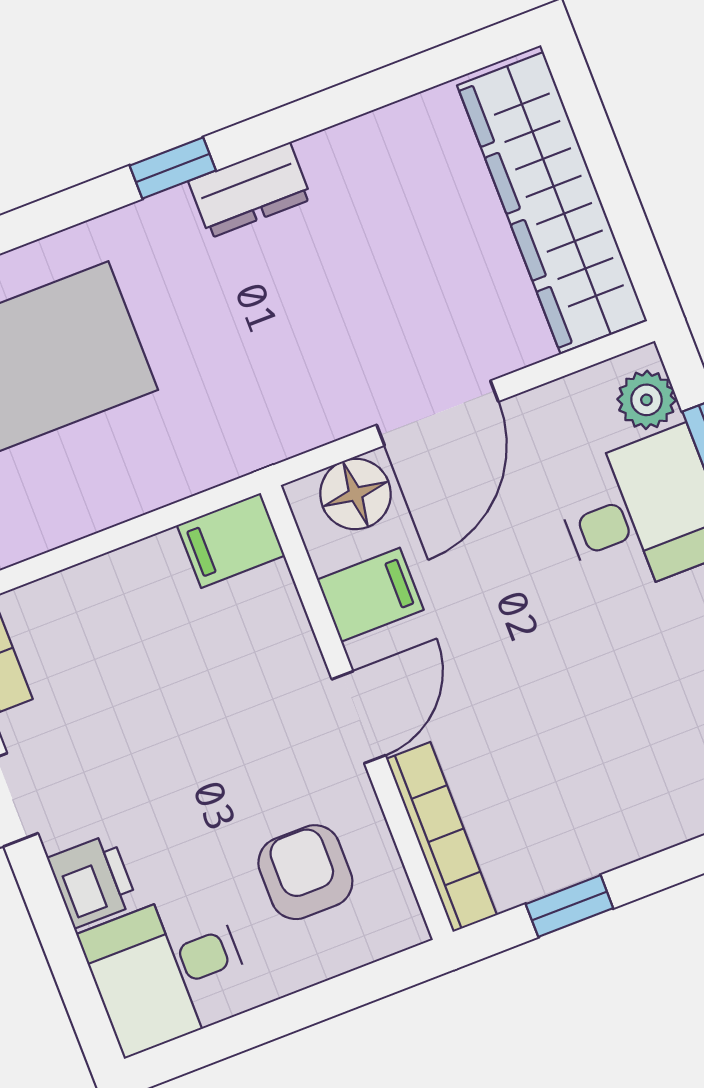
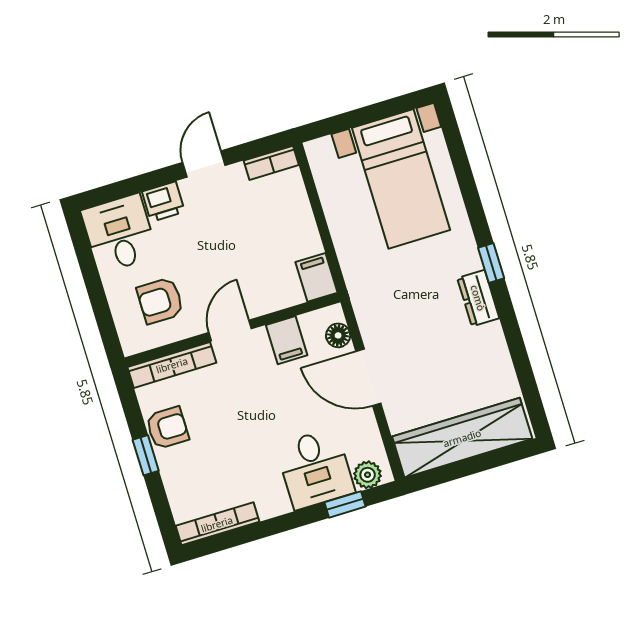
floor lamp: (355, 494) -> (338, 335), width x0.73, depth x0.73
door: (359, 717) -> (230, 331), swing flipped
armchair: (577, 837) -> (167, 428), added
armchair: (305, 872) -> (160, 301), turned 180
window: (569, 906) -> (146, 455), moved

